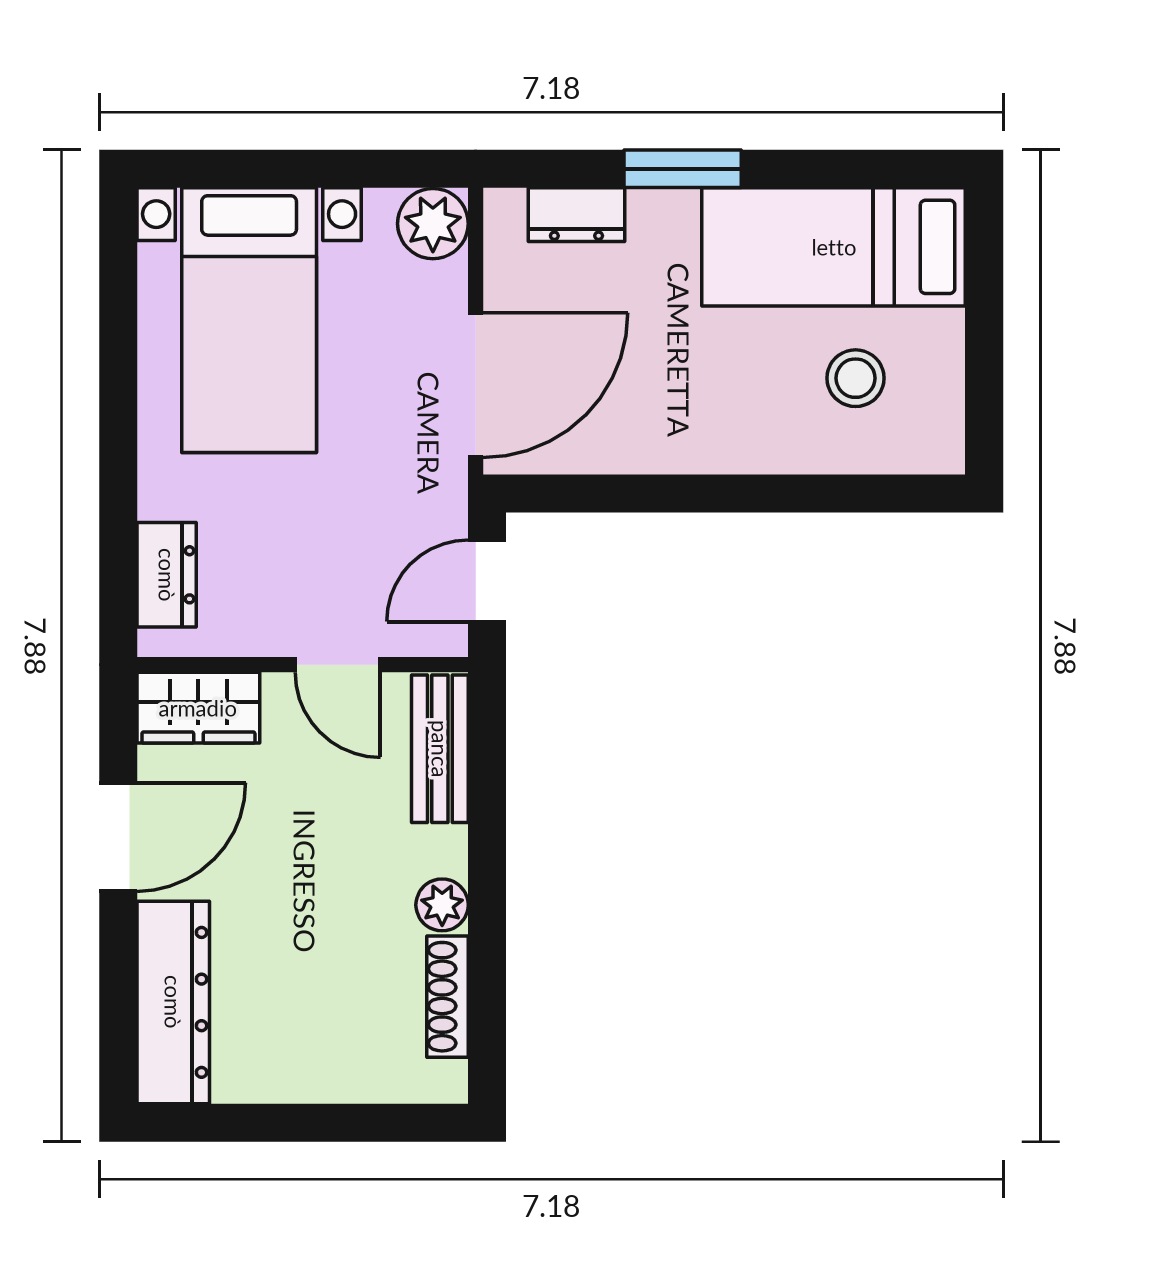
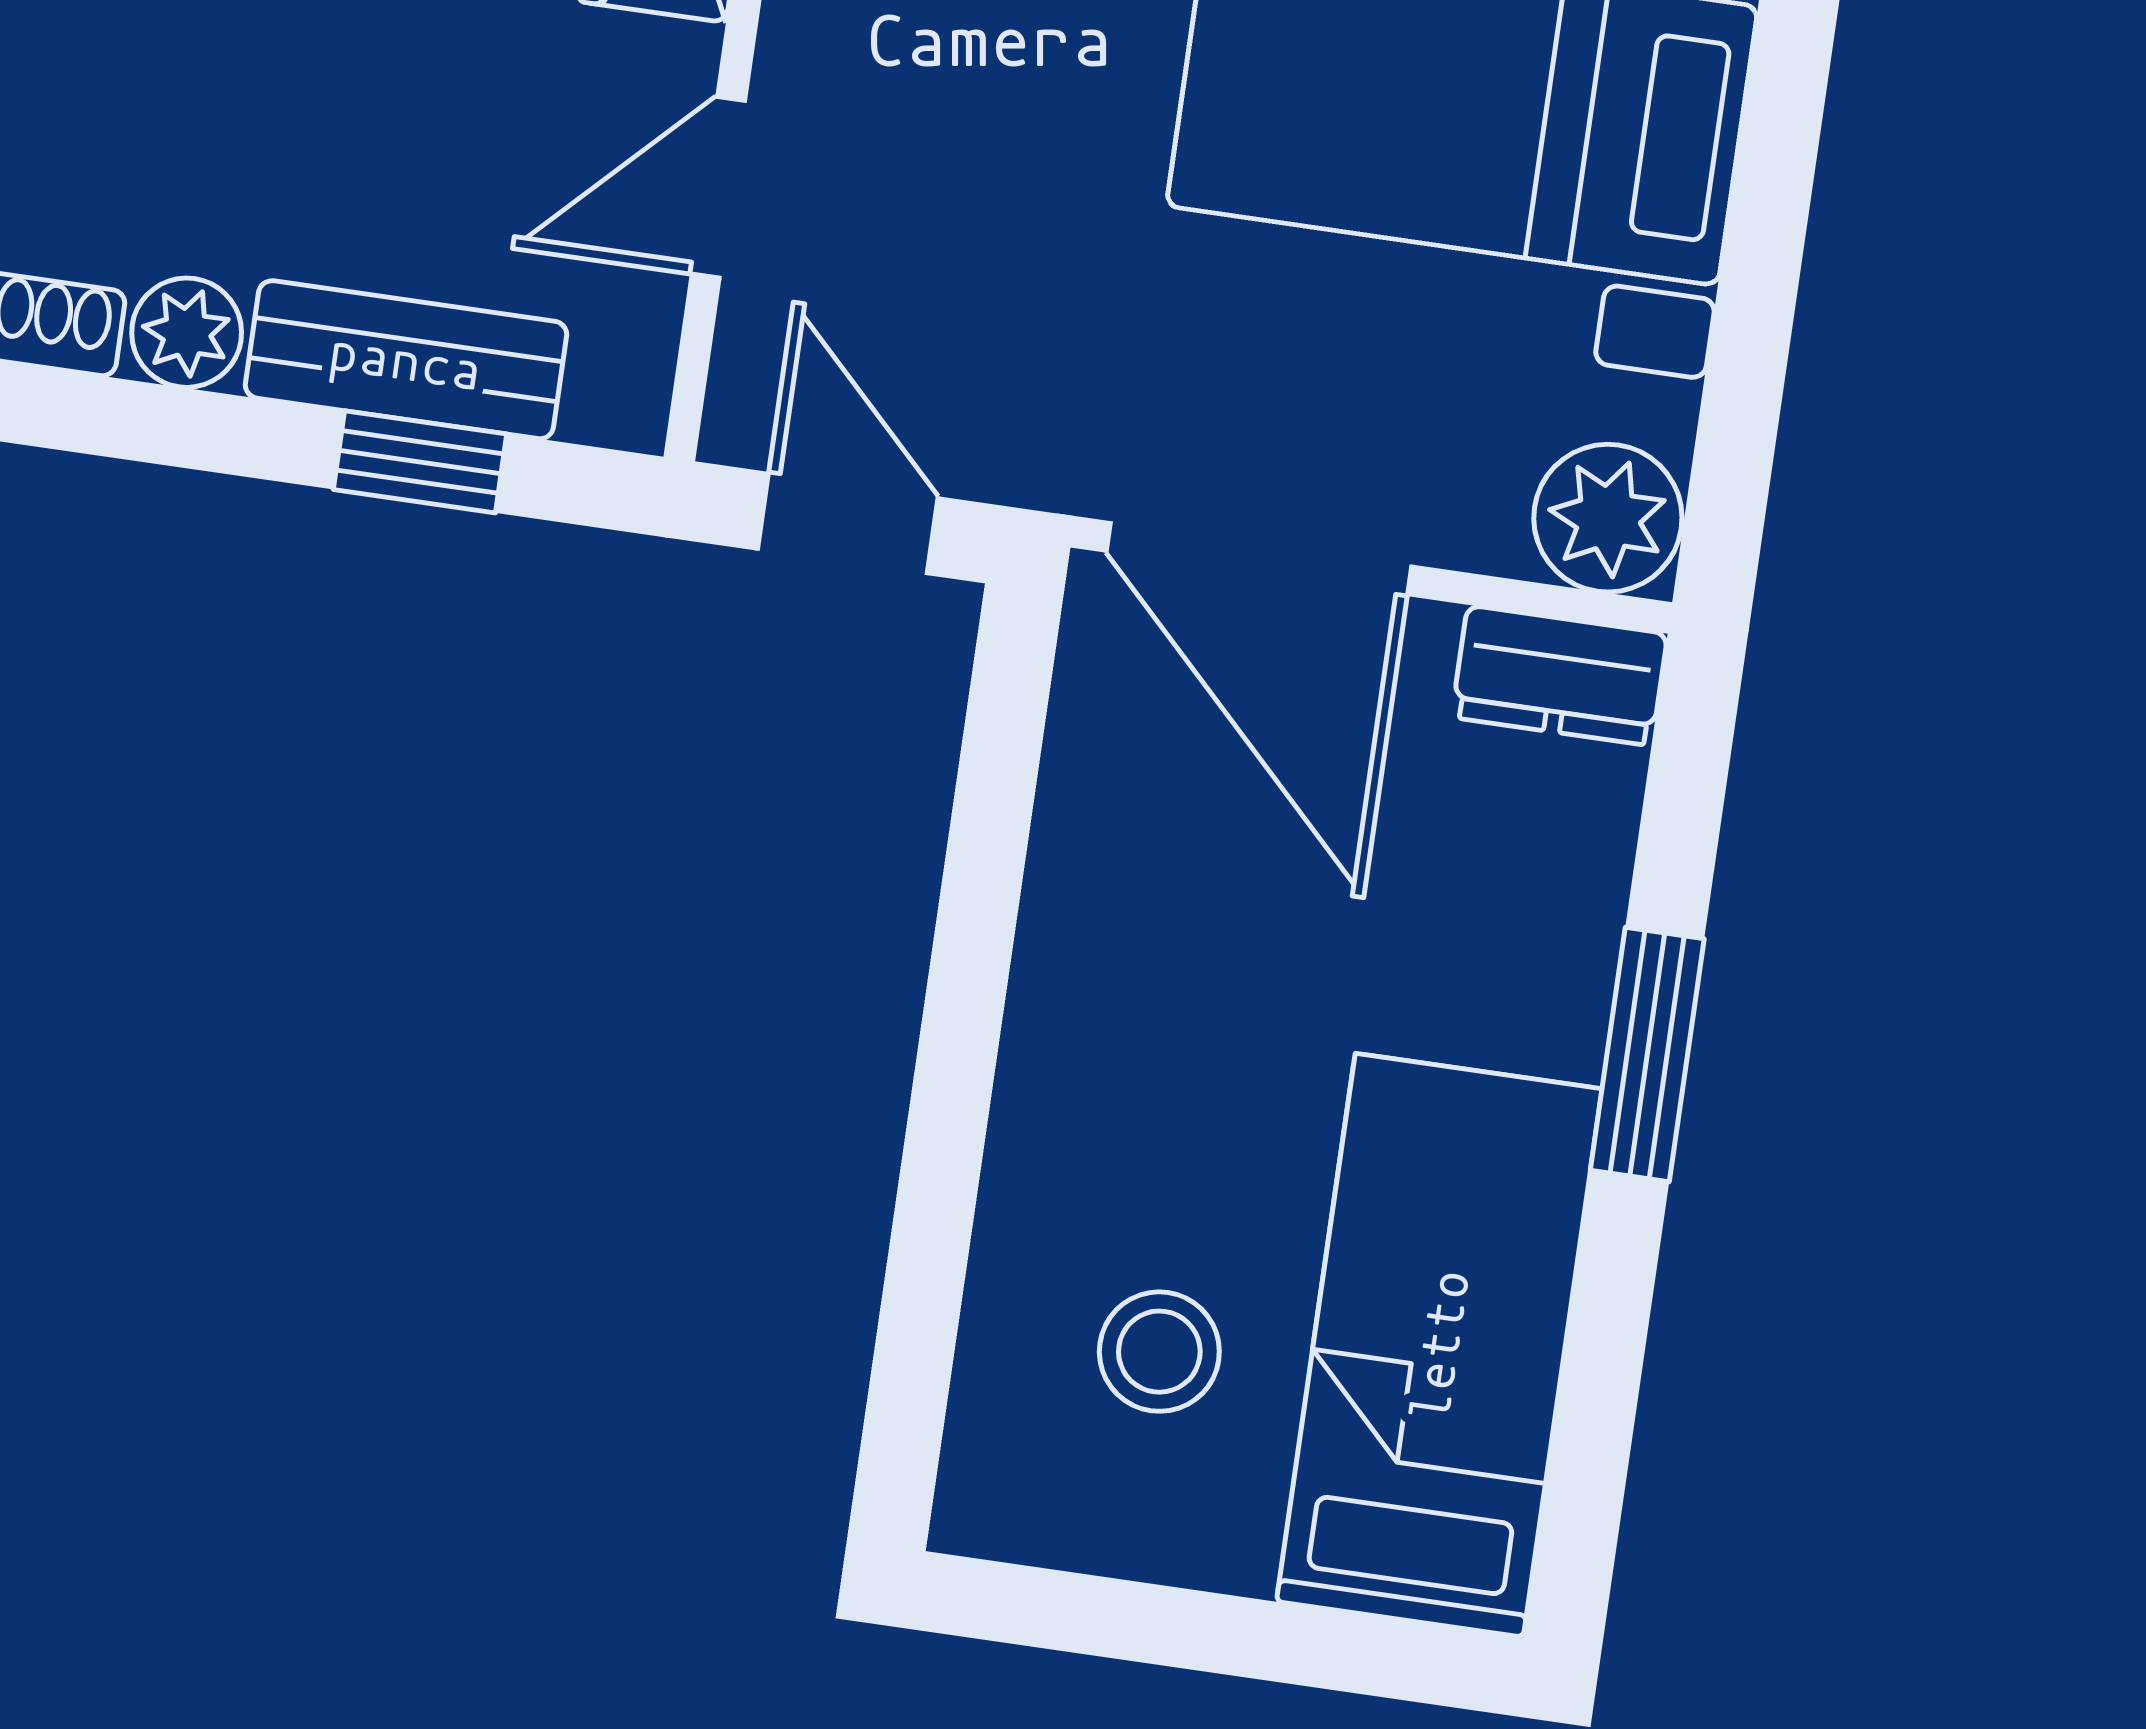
dresser: (576, 215) -> (1560, 676), moved, turned -90
bench: (440, 749) -> (406, 360), moved
window: (487, 786) -> (420, 462), added

